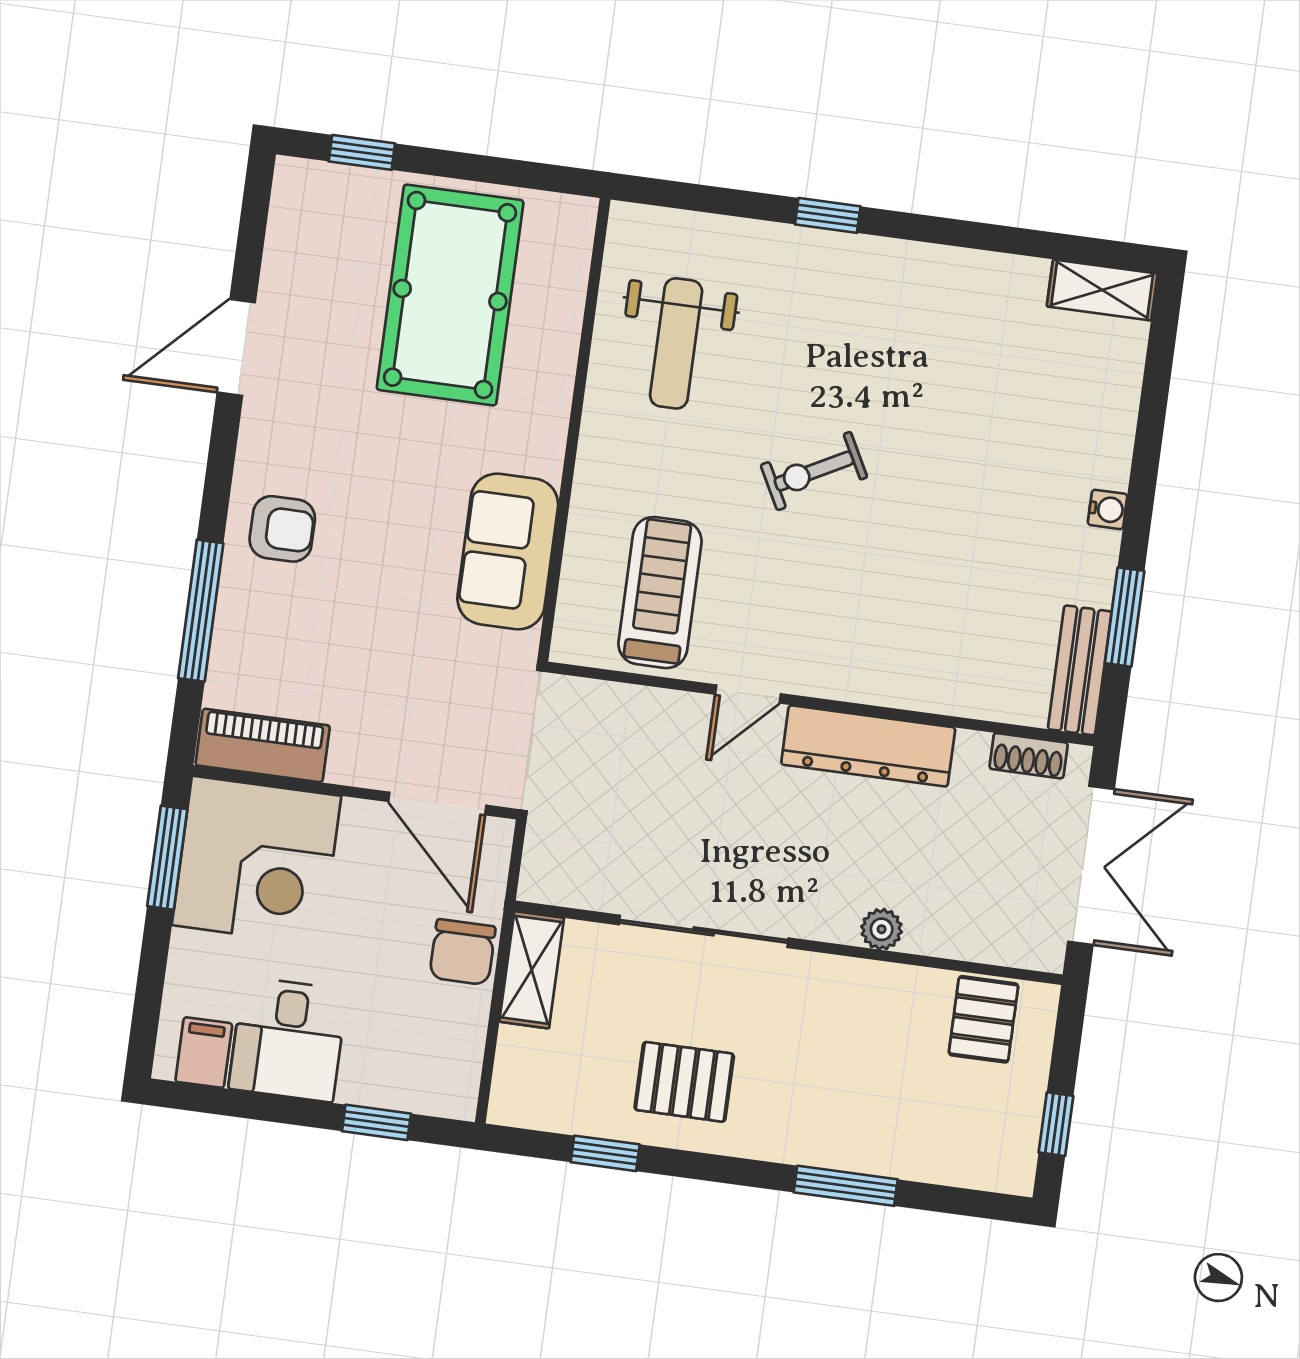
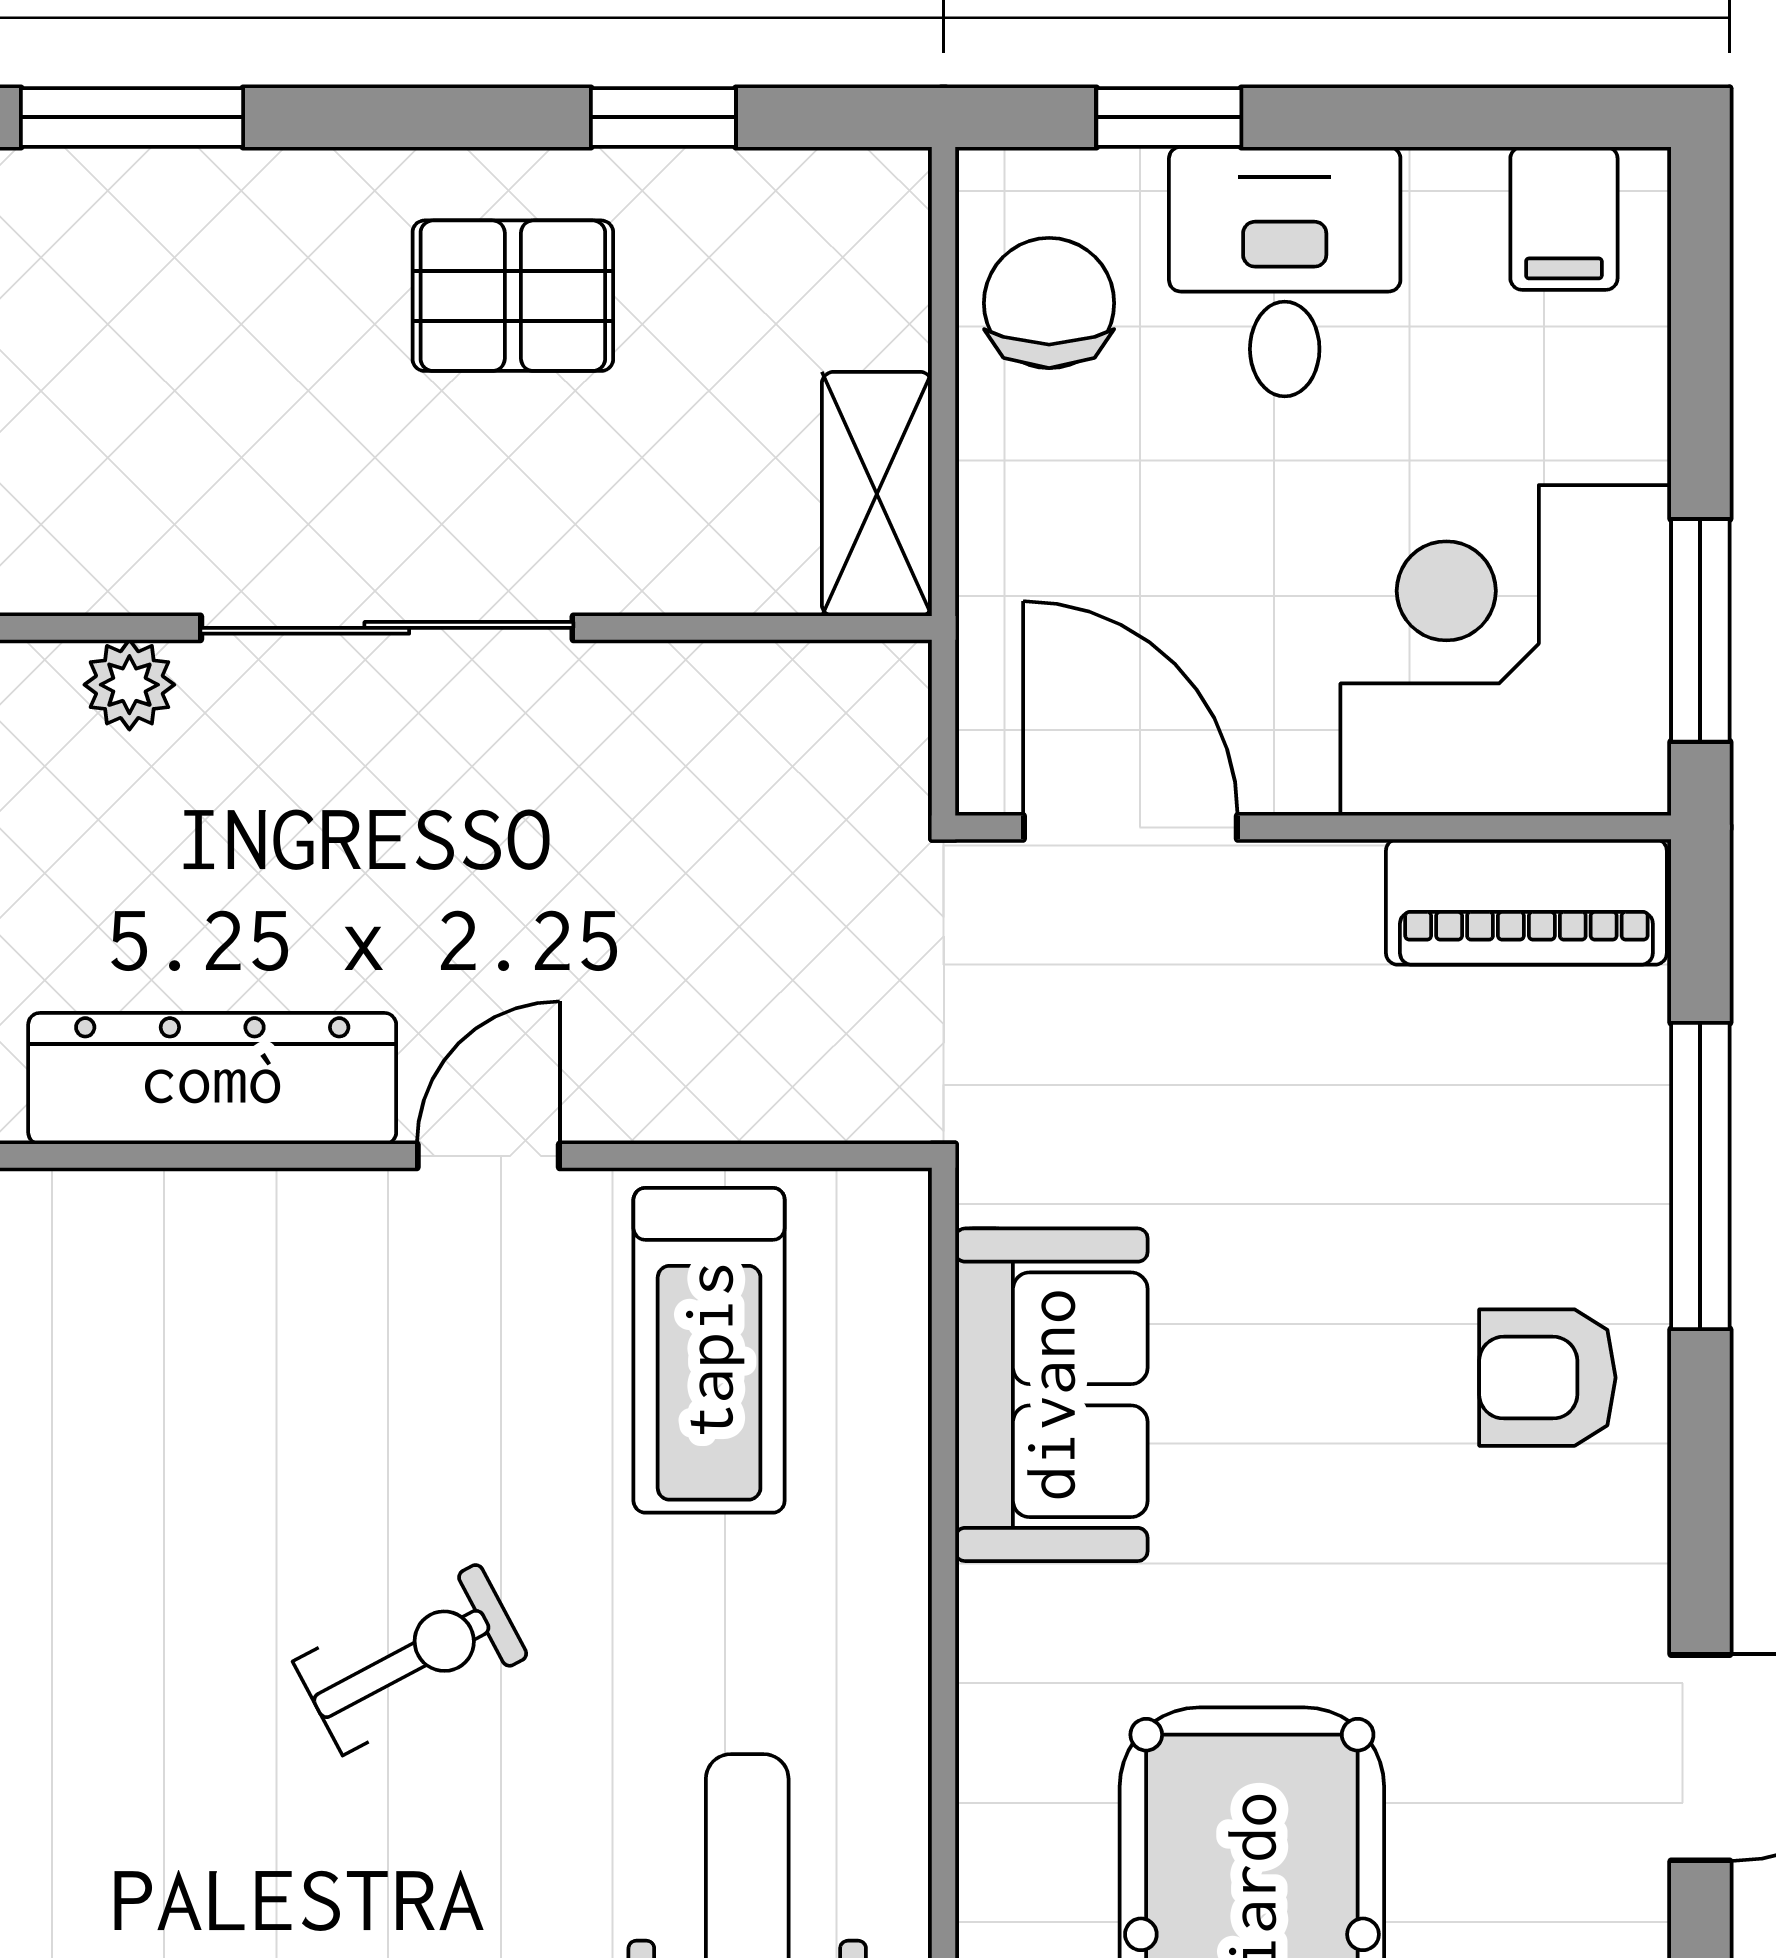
sliding door: (704, 931) -> (387, 628), moved
chair: (462, 952) -> (1049, 303), moved
desk: (288, 1039) -> (1285, 272), moved

